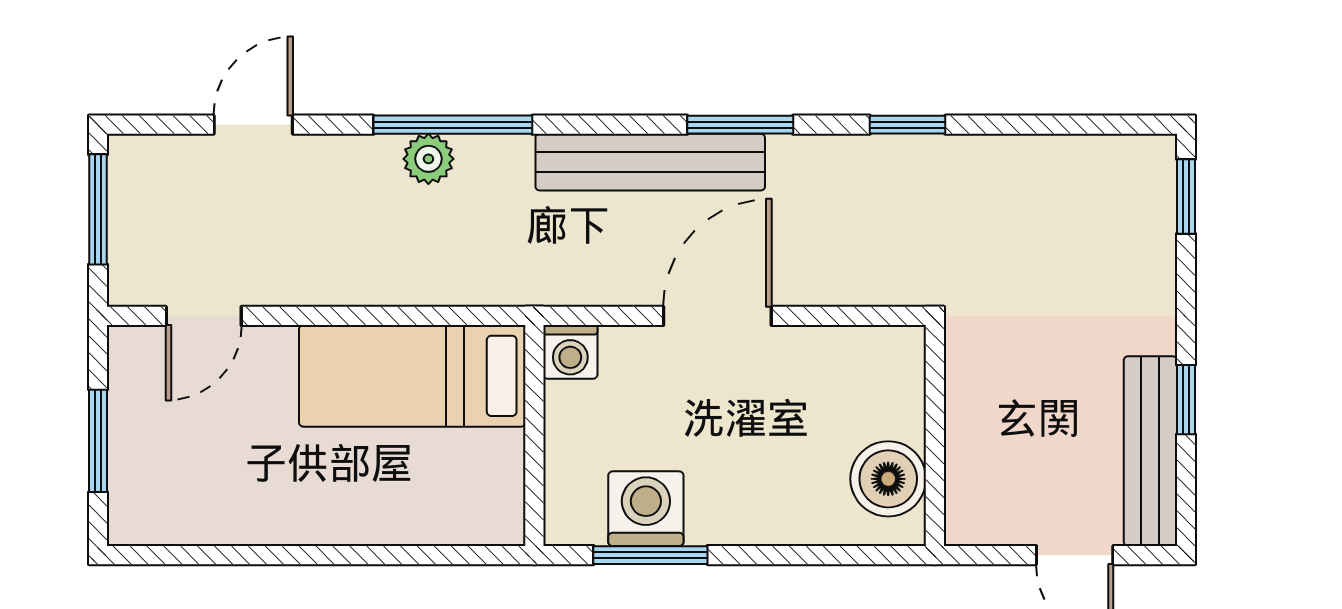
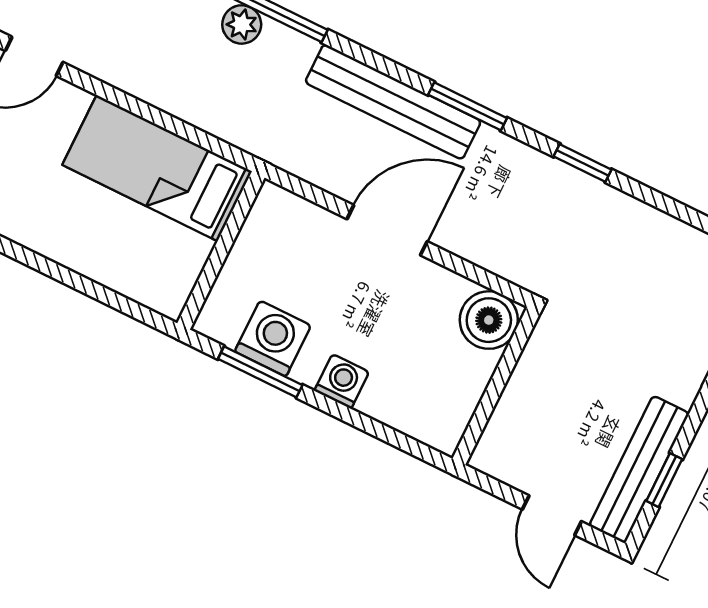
washing machine: (570, 352) -> (342, 381), moved, turned 180
window: (1186, 400) -> (664, 480), moved
boiler: (888, 479) -> (489, 320), moved

